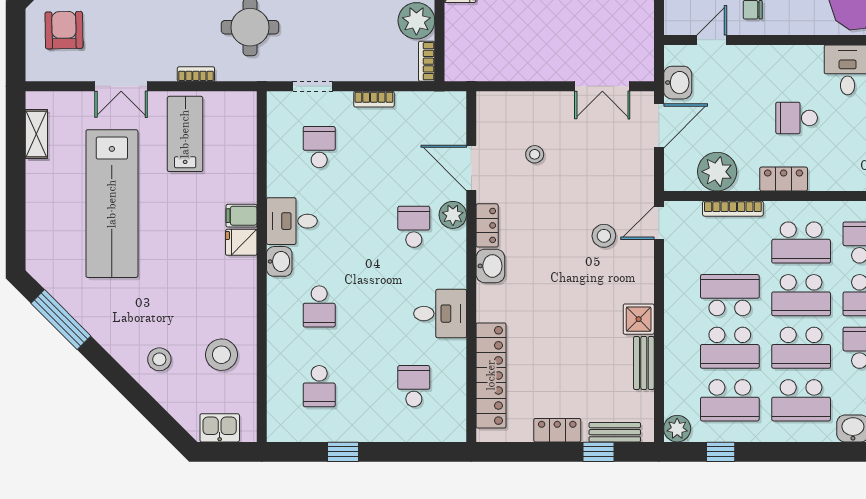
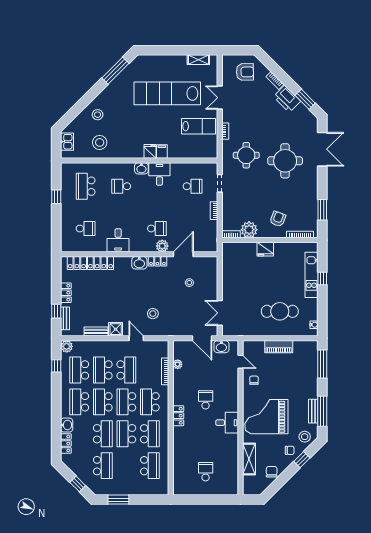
plant: (717, 172) -> (178, 364), width x0.53, depth x0.53
locker: (784, 179) -> (178, 416), moved
door: (659, 223) -> (136, 338), moved
school desk: (319, 386) -> (86, 186), width x1.85

